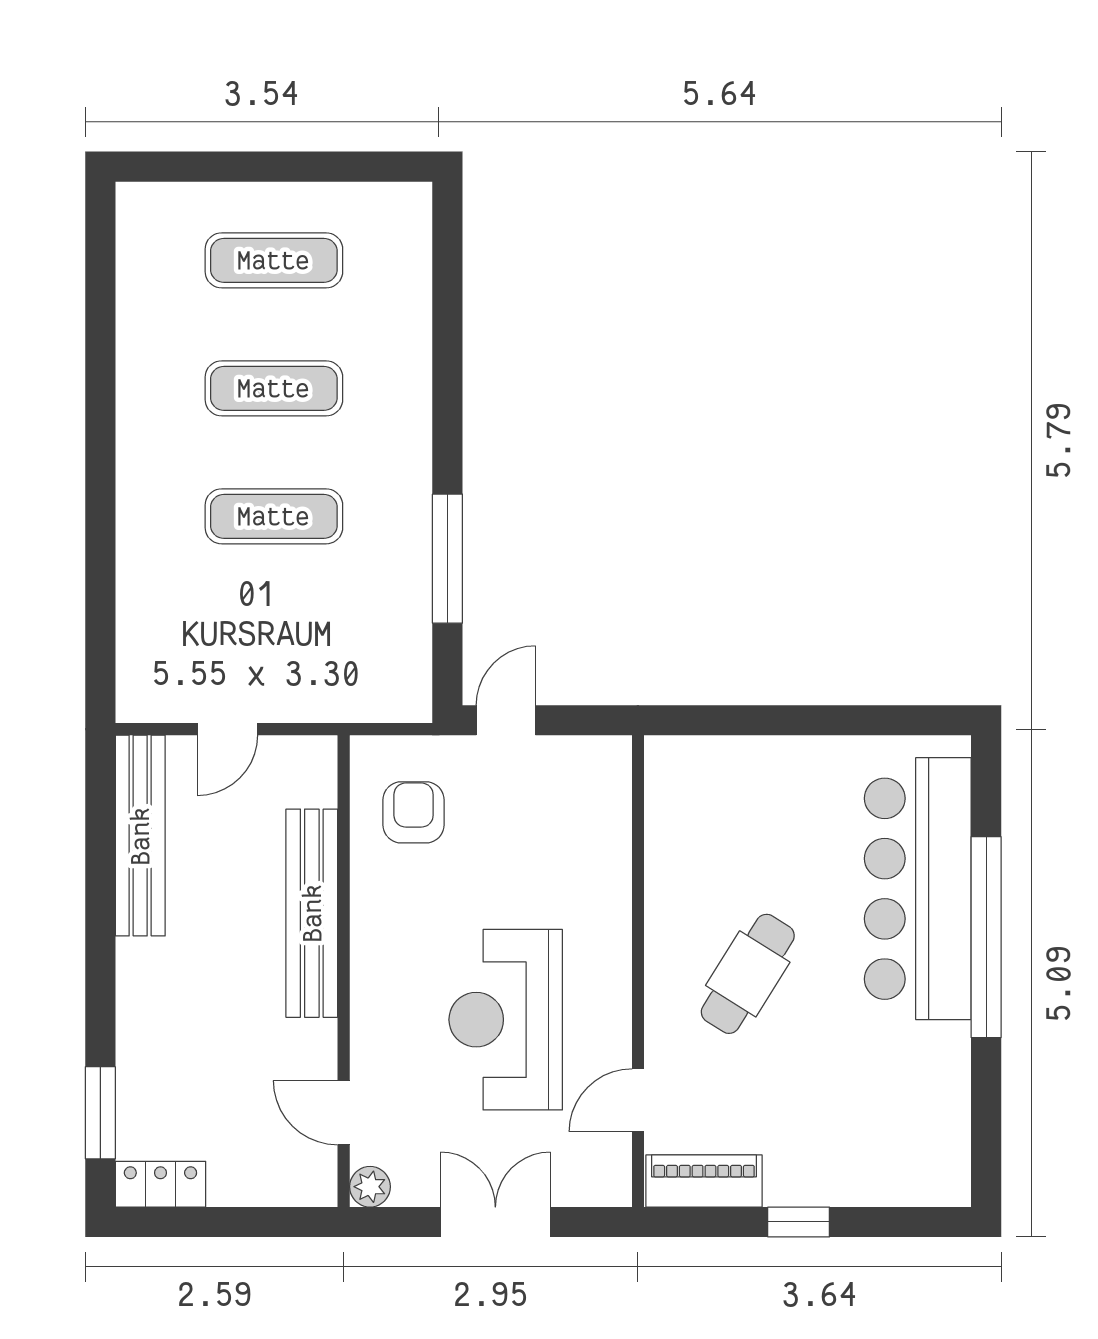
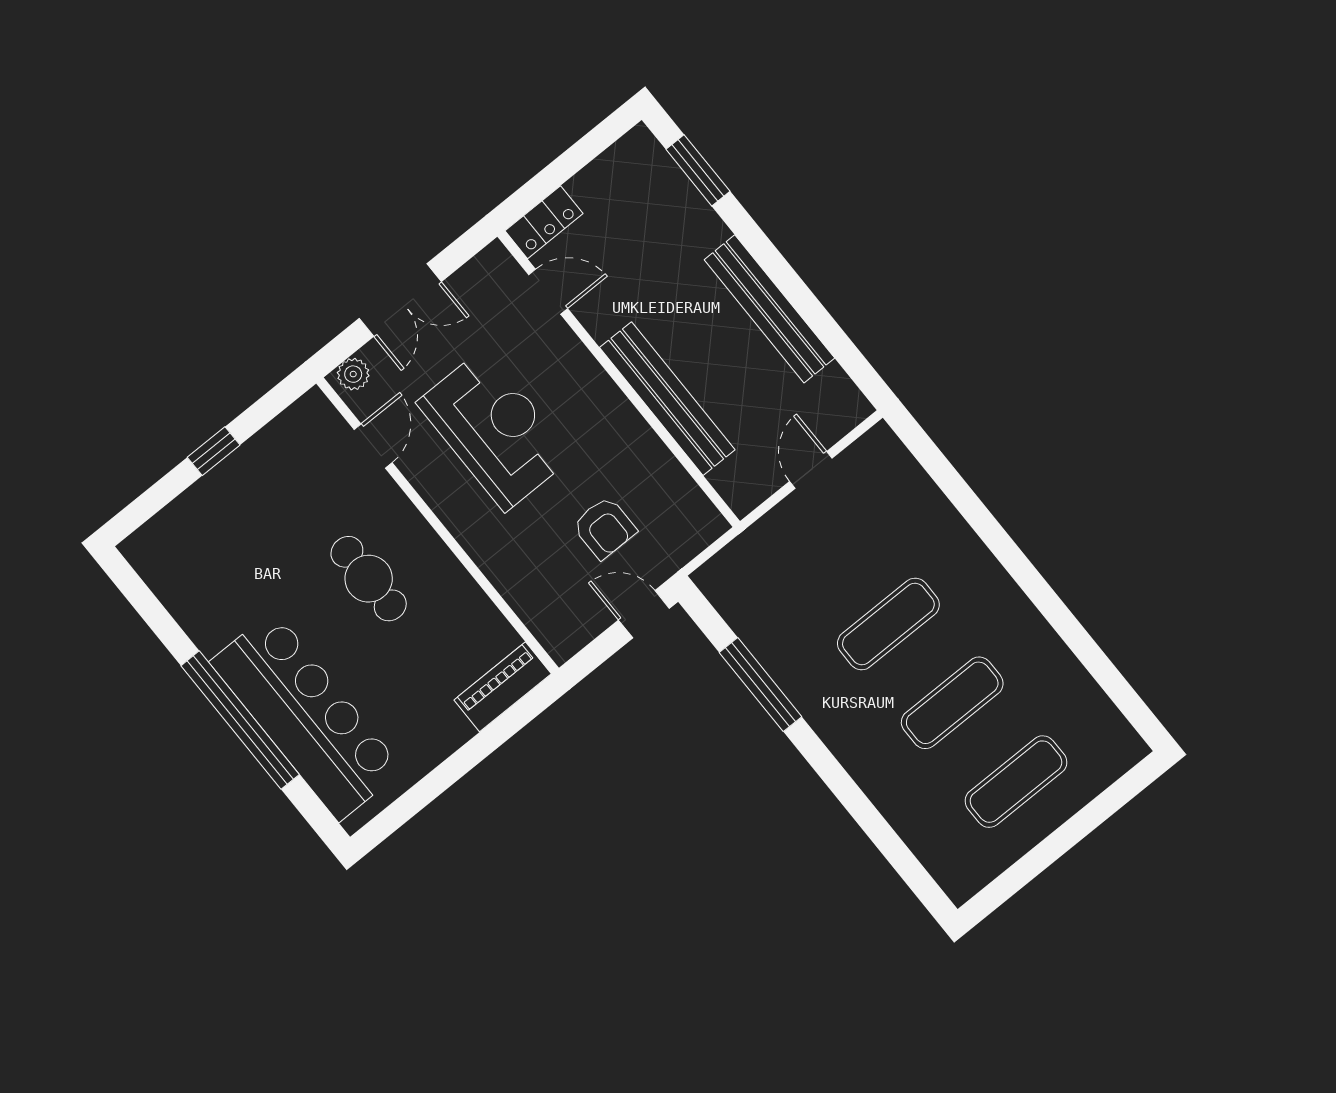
door: (506, 720) -> (644, 614), swing flipped
armchair: (414, 812) -> (604, 528), moved
bench: (140, 836) -> (769, 309), moved
cafe table: (748, 974) -> (369, 579), turned -32
piano: (704, 1181) -> (503, 687), moved, turned 180
locker: (160, 1184) -> (544, 222), moved
plant: (370, 1187) -> (353, 374), moved

